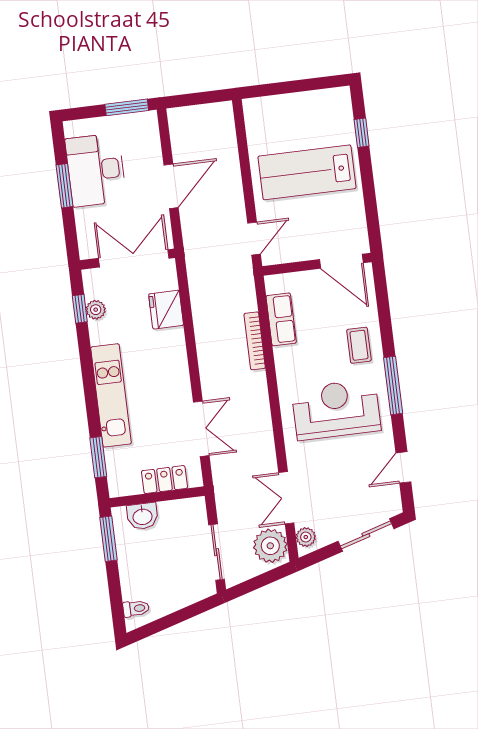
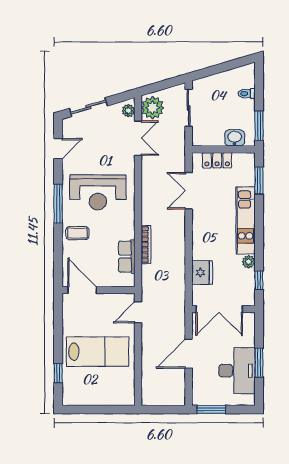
plant: (96, 310) -> (249, 262), moved
coffee table: (359, 345) -> (77, 233), turned 90
toilet: (136, 608) -> (247, 94), moved

